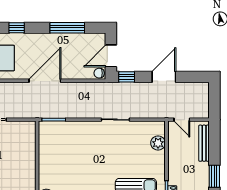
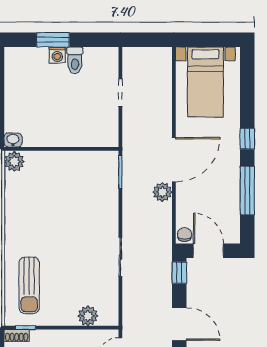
window: (17, 28) -> (247, 139), moved
door: (45, 81) -> (174, 160), hinge flipped
plant: (68, 89) -> (162, 192), added

